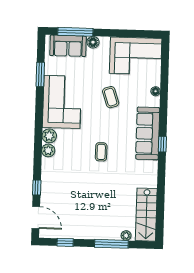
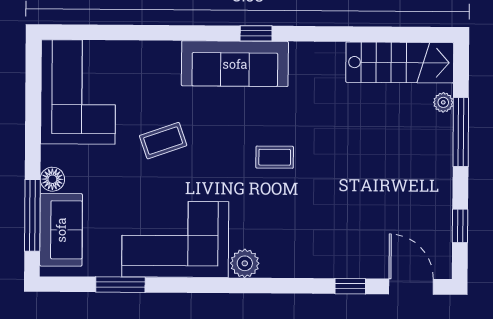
floor lamp: (156, 91) -> (149, 50), removed
plant: (48, 150) -> (274, 265), removed
door: (36, 217) -> (411, 287), hinge flipped

